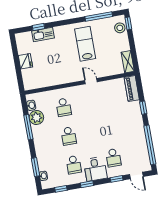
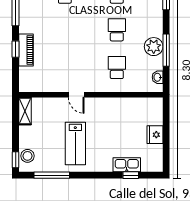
piano: (132, 89) -> (26, 50), moved
plant: (36, 118) -> (154, 47), moved

